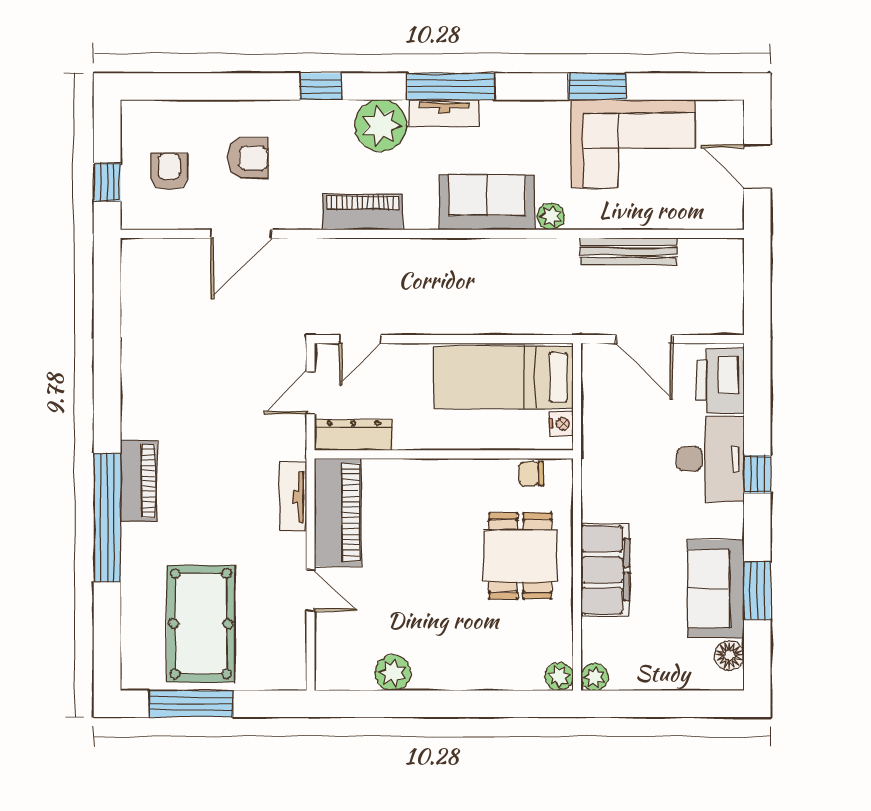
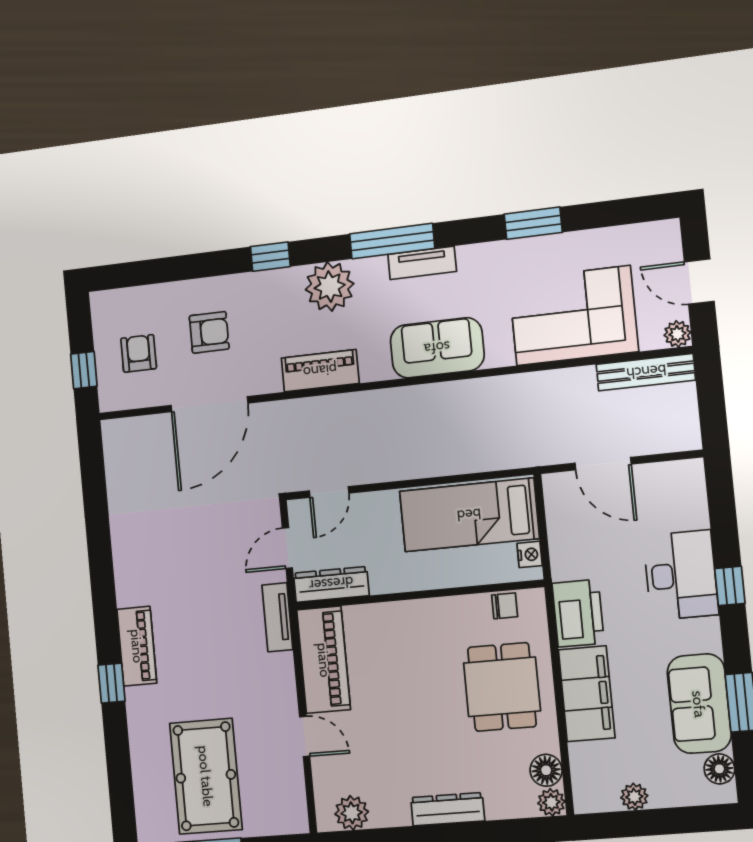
tv unit: (444, 113) -> (422, 263), moved
corner sofa: (633, 144) -> (573, 316), moved, turned 180
plant: (551, 216) -> (677, 334), moved
door: (241, 234) -> (209, 404), width x1.36
bench: (629, 251) -> (646, 372), moved
printer: (721, 381) -> (578, 613), moved, turned 180
chair: (531, 474) -> (505, 606), turned 180
tv unit: (293, 497) -> (277, 617), moved
window: (107, 518) -> (111, 683), width x0.32
floor lamp: (557, 644) -> (546, 770), added
plant: (393, 673) -> (352, 813), moved
dresser: (453, 676) -> (448, 809), added
plant: (595, 677) -> (634, 797), moved

